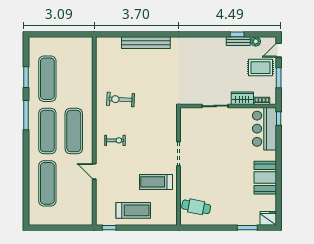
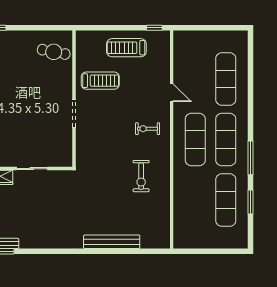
exercise bike: (121, 99) -> (141, 176), turned 87

